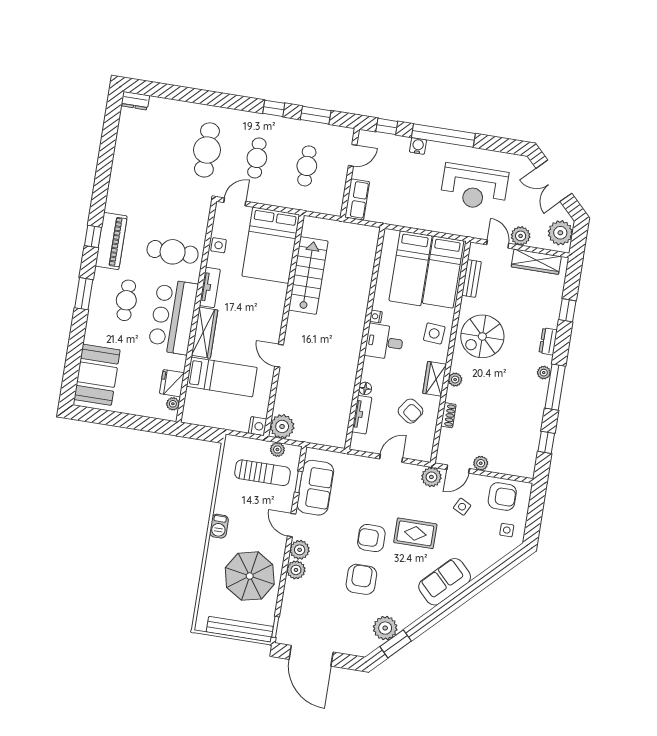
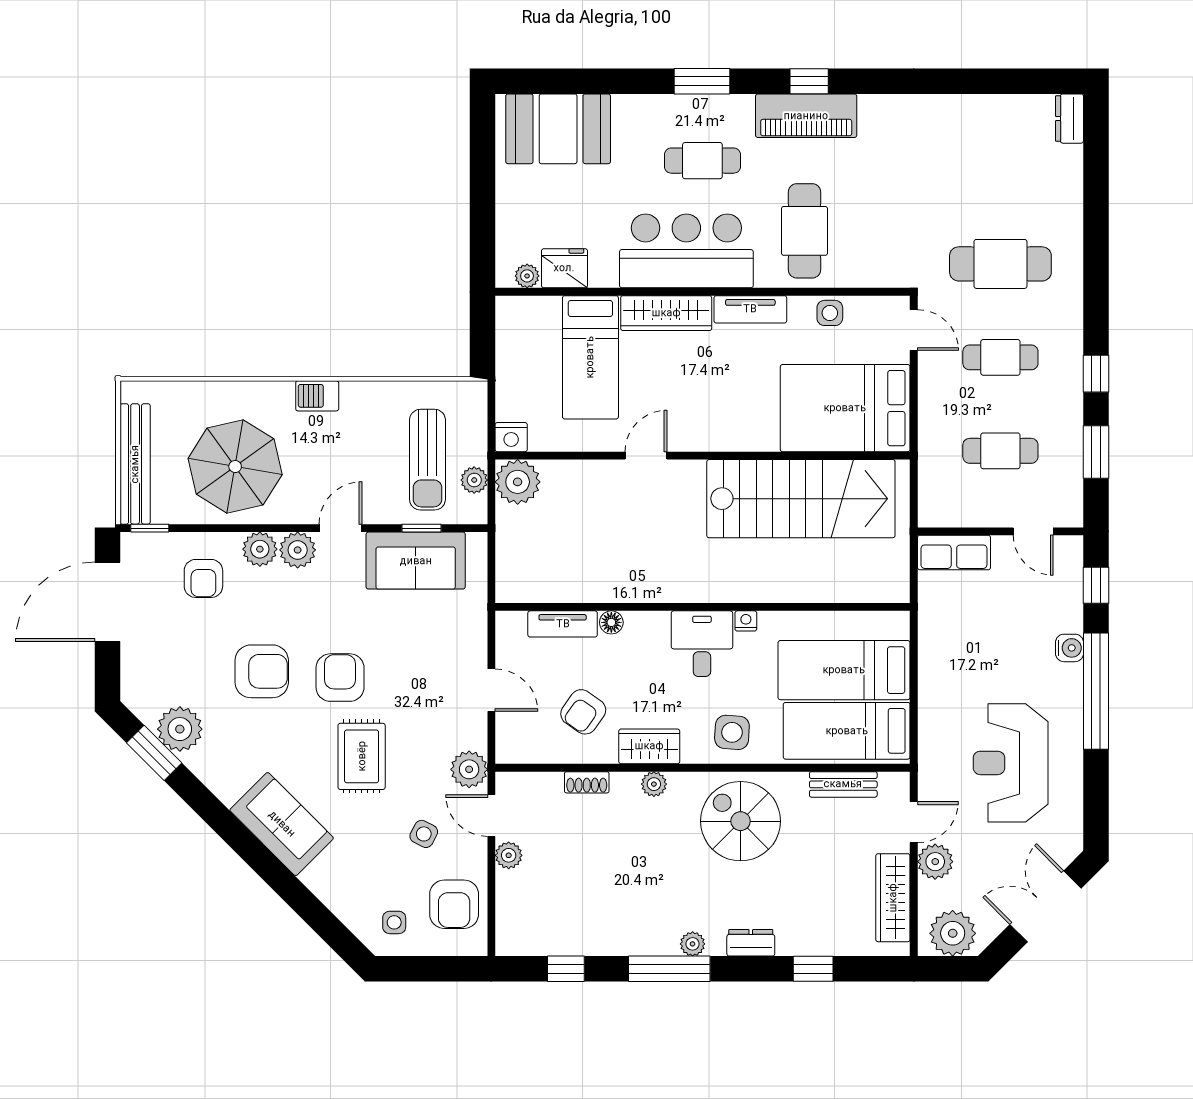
stairs: (308, 275) -> (801, 499), width x1.36, depth x1.51
armchair: (307, 603) -> (203, 578), added

